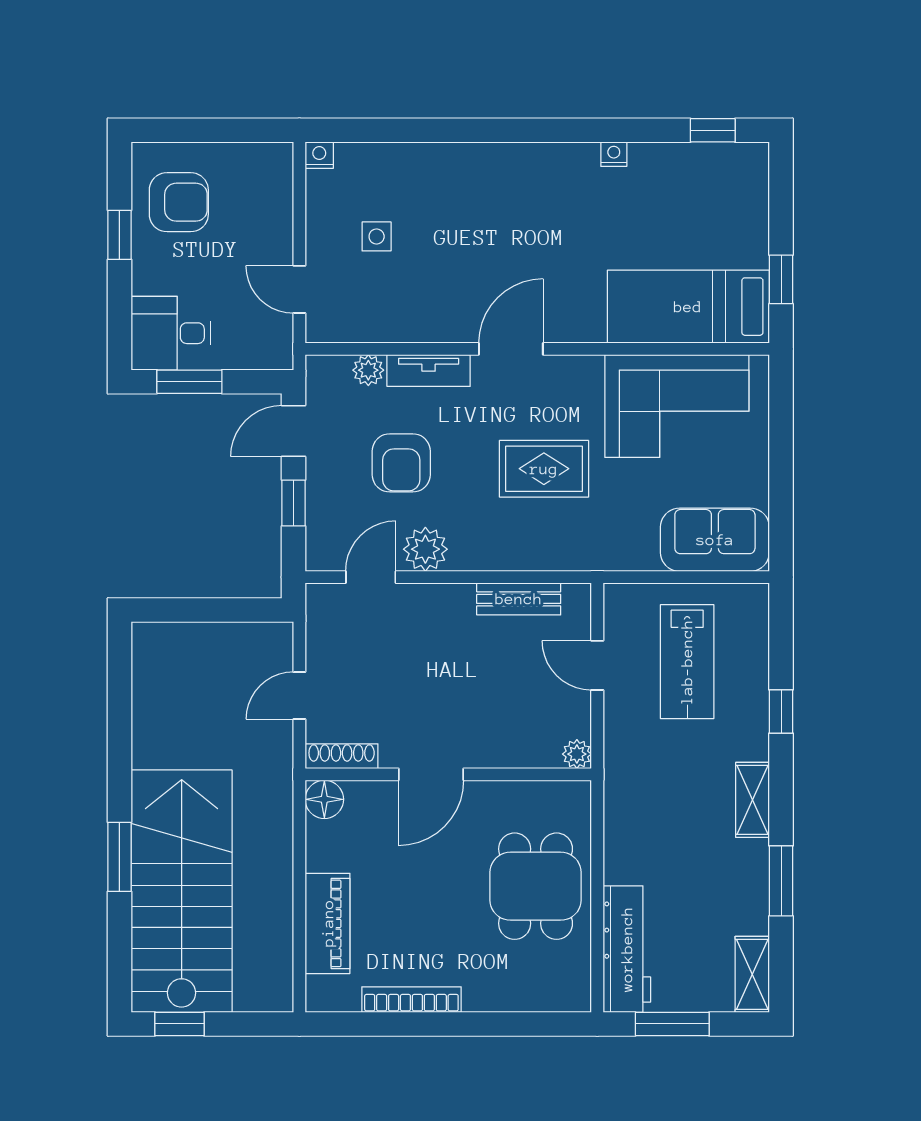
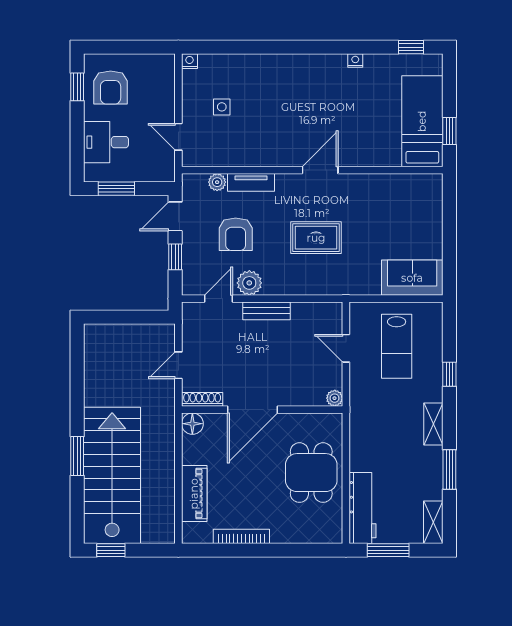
armchair: (179, 202) -> (111, 88), turned 90
window: (119, 235) -> (77, 87), moved
bed: (688, 307) -> (422, 121), moved, turned 90
desk: (171, 333) -> (106, 142), moved
door: (511, 349) -> (320, 170), moved
corner sofa: (677, 406) -> (391, 202), removed
bench: (519, 599) -> (266, 311), moved
door: (431, 774) -> (252, 410), width x1.36

